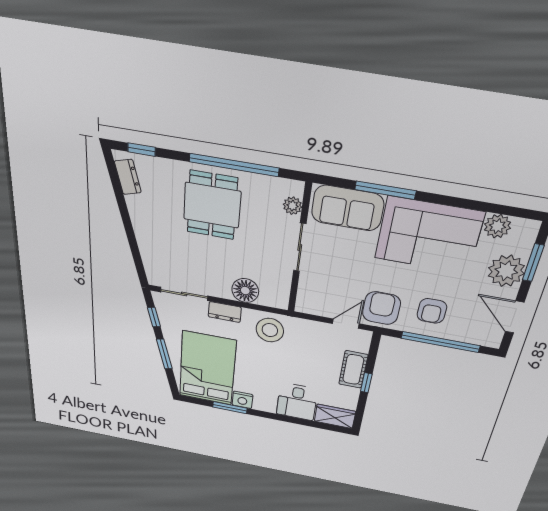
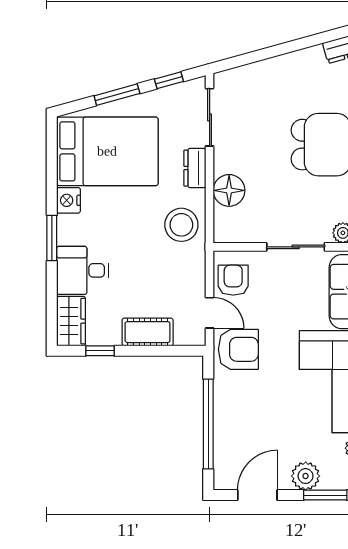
plant: (506, 271) -> (306, 476), width x0.73, depth x0.73
armchair: (432, 311) -> (233, 280), moved, turned 90
window: (366, 383) -> (100, 351), moved
window: (230, 408) -> (52, 238), moved

